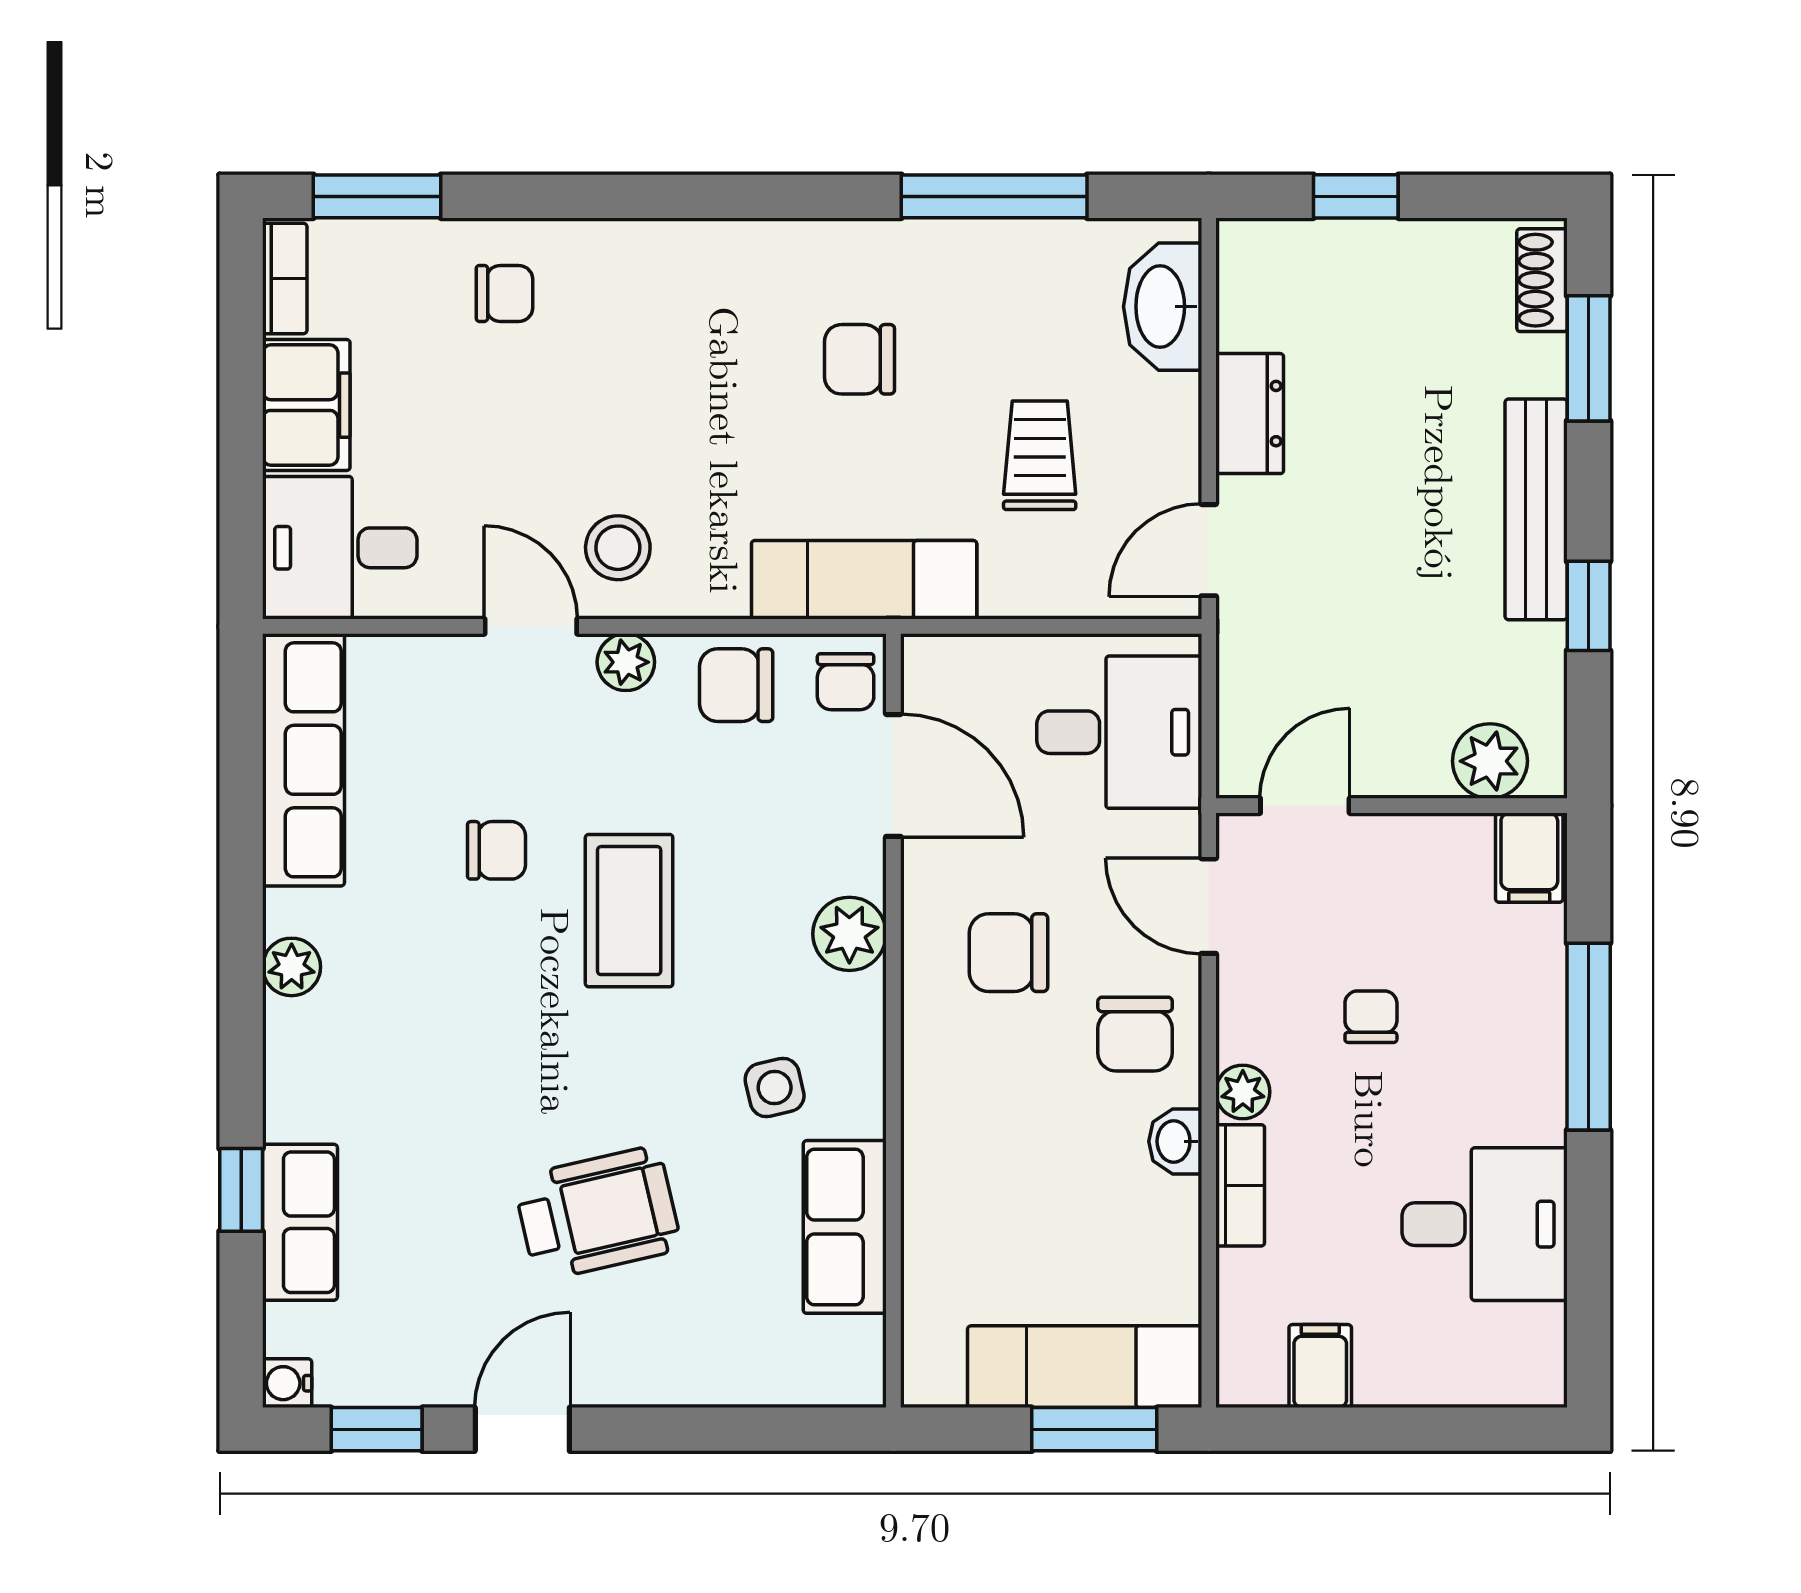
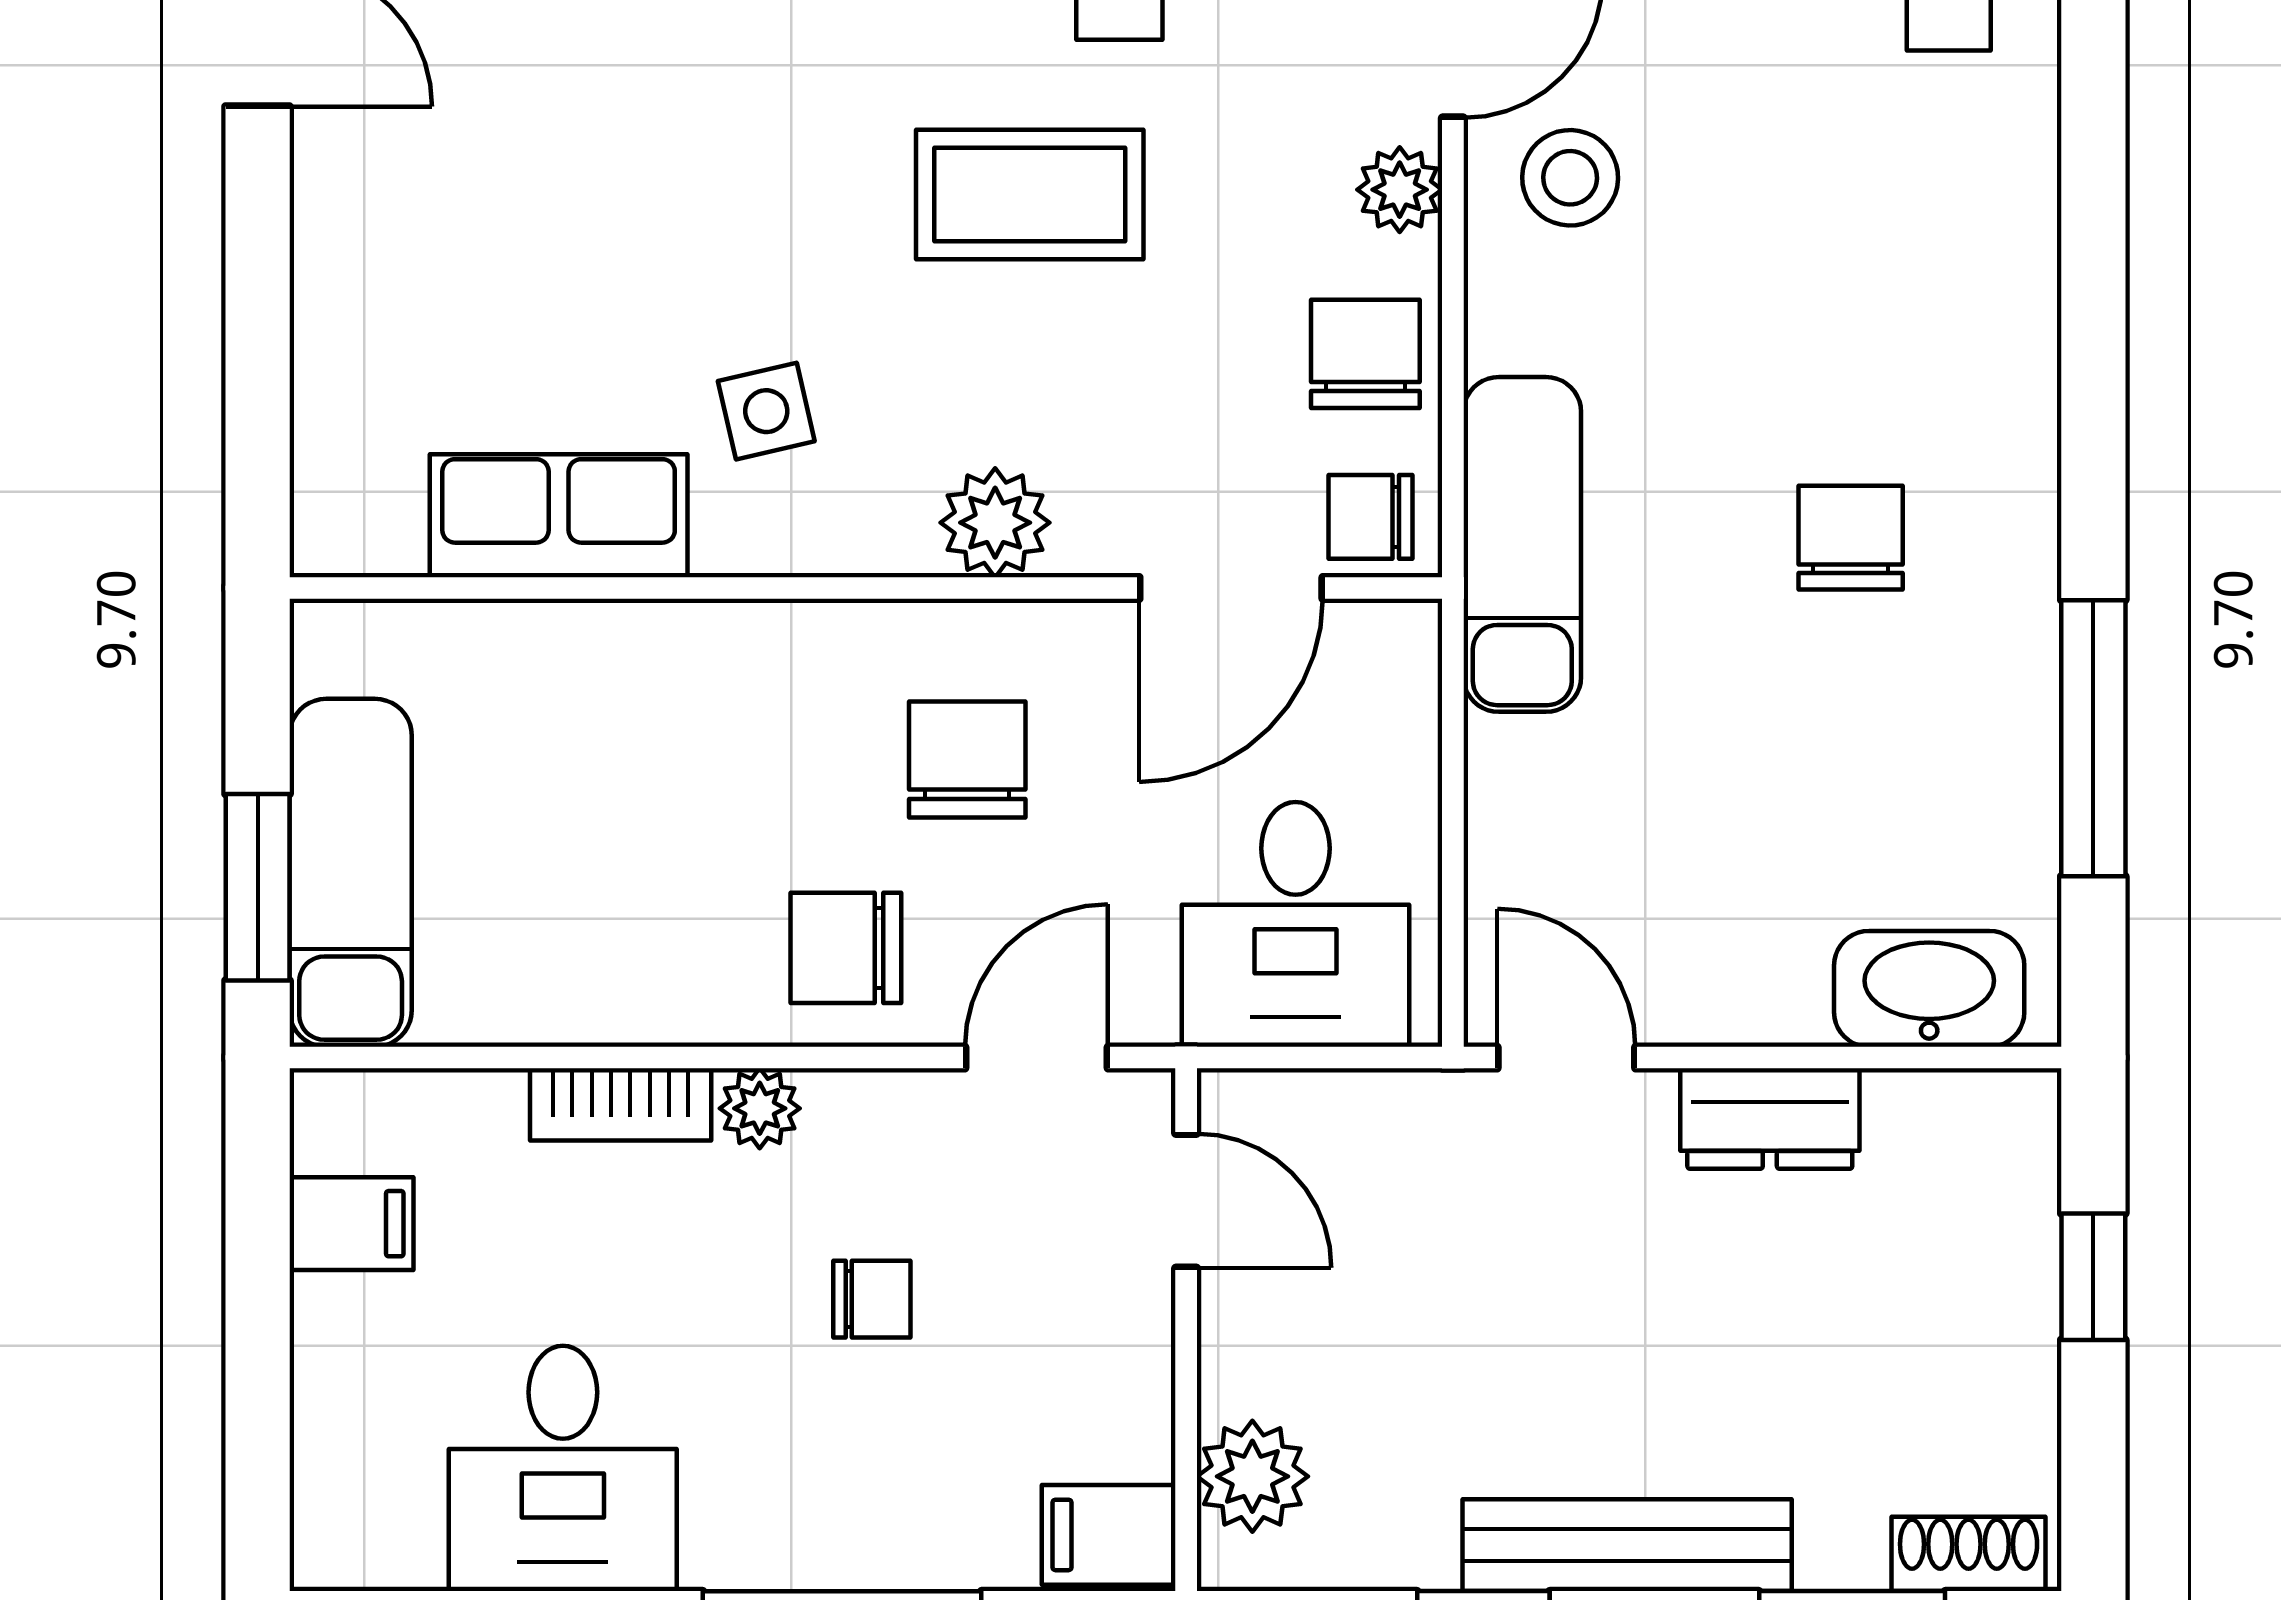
trolley: (1040, 455) -> (1708, 806), removed
washbasin: (1175, 1141) -> (686, 1008), removed
wheelchair: (597, 1213) -> (579, 147), removed

